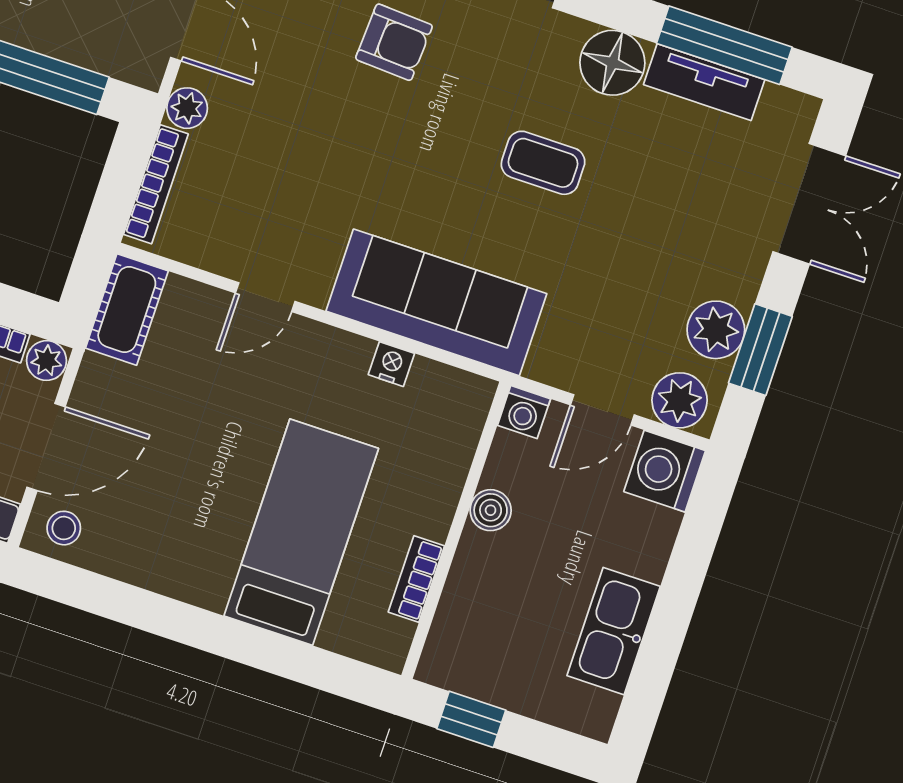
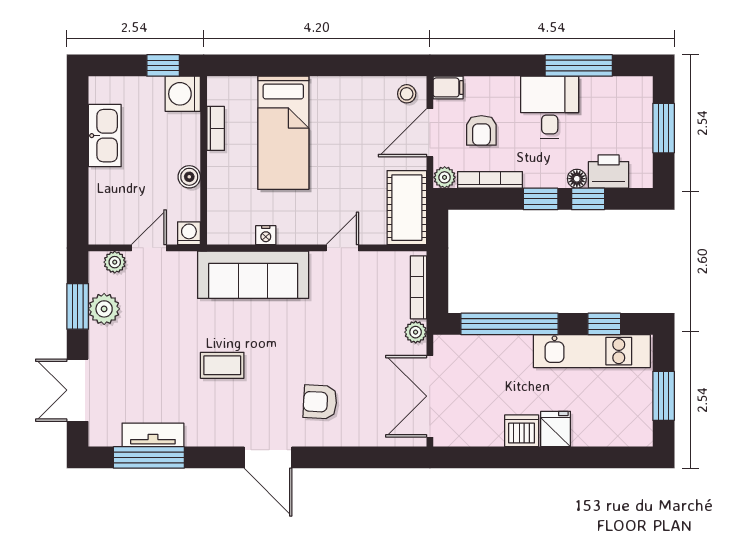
floor lamp: (612, 63) -> (204, 429), removed
cot: (127, 310) -> (407, 208), width x1.37, depth x1.34
plant: (680, 400) -> (115, 262), width x0.73, depth x0.73
washing machine: (665, 471) -> (183, 94), moved, turned 180

